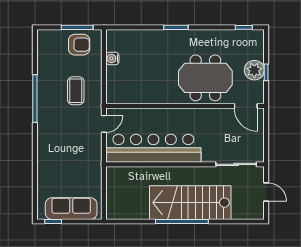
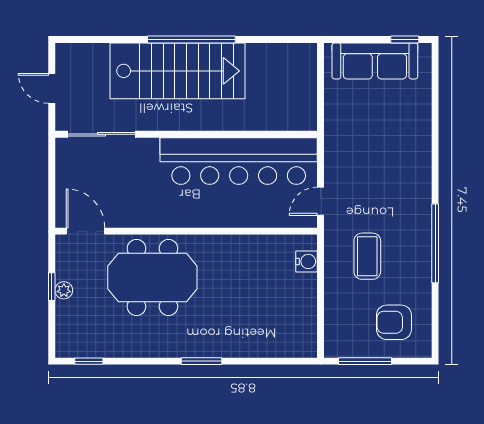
armchair: (79, 45) -> (394, 322), moved
water cooler: (112, 58) -> (307, 261), moved
plant: (254, 70) -> (64, 290), width x0.53, depth x0.53

